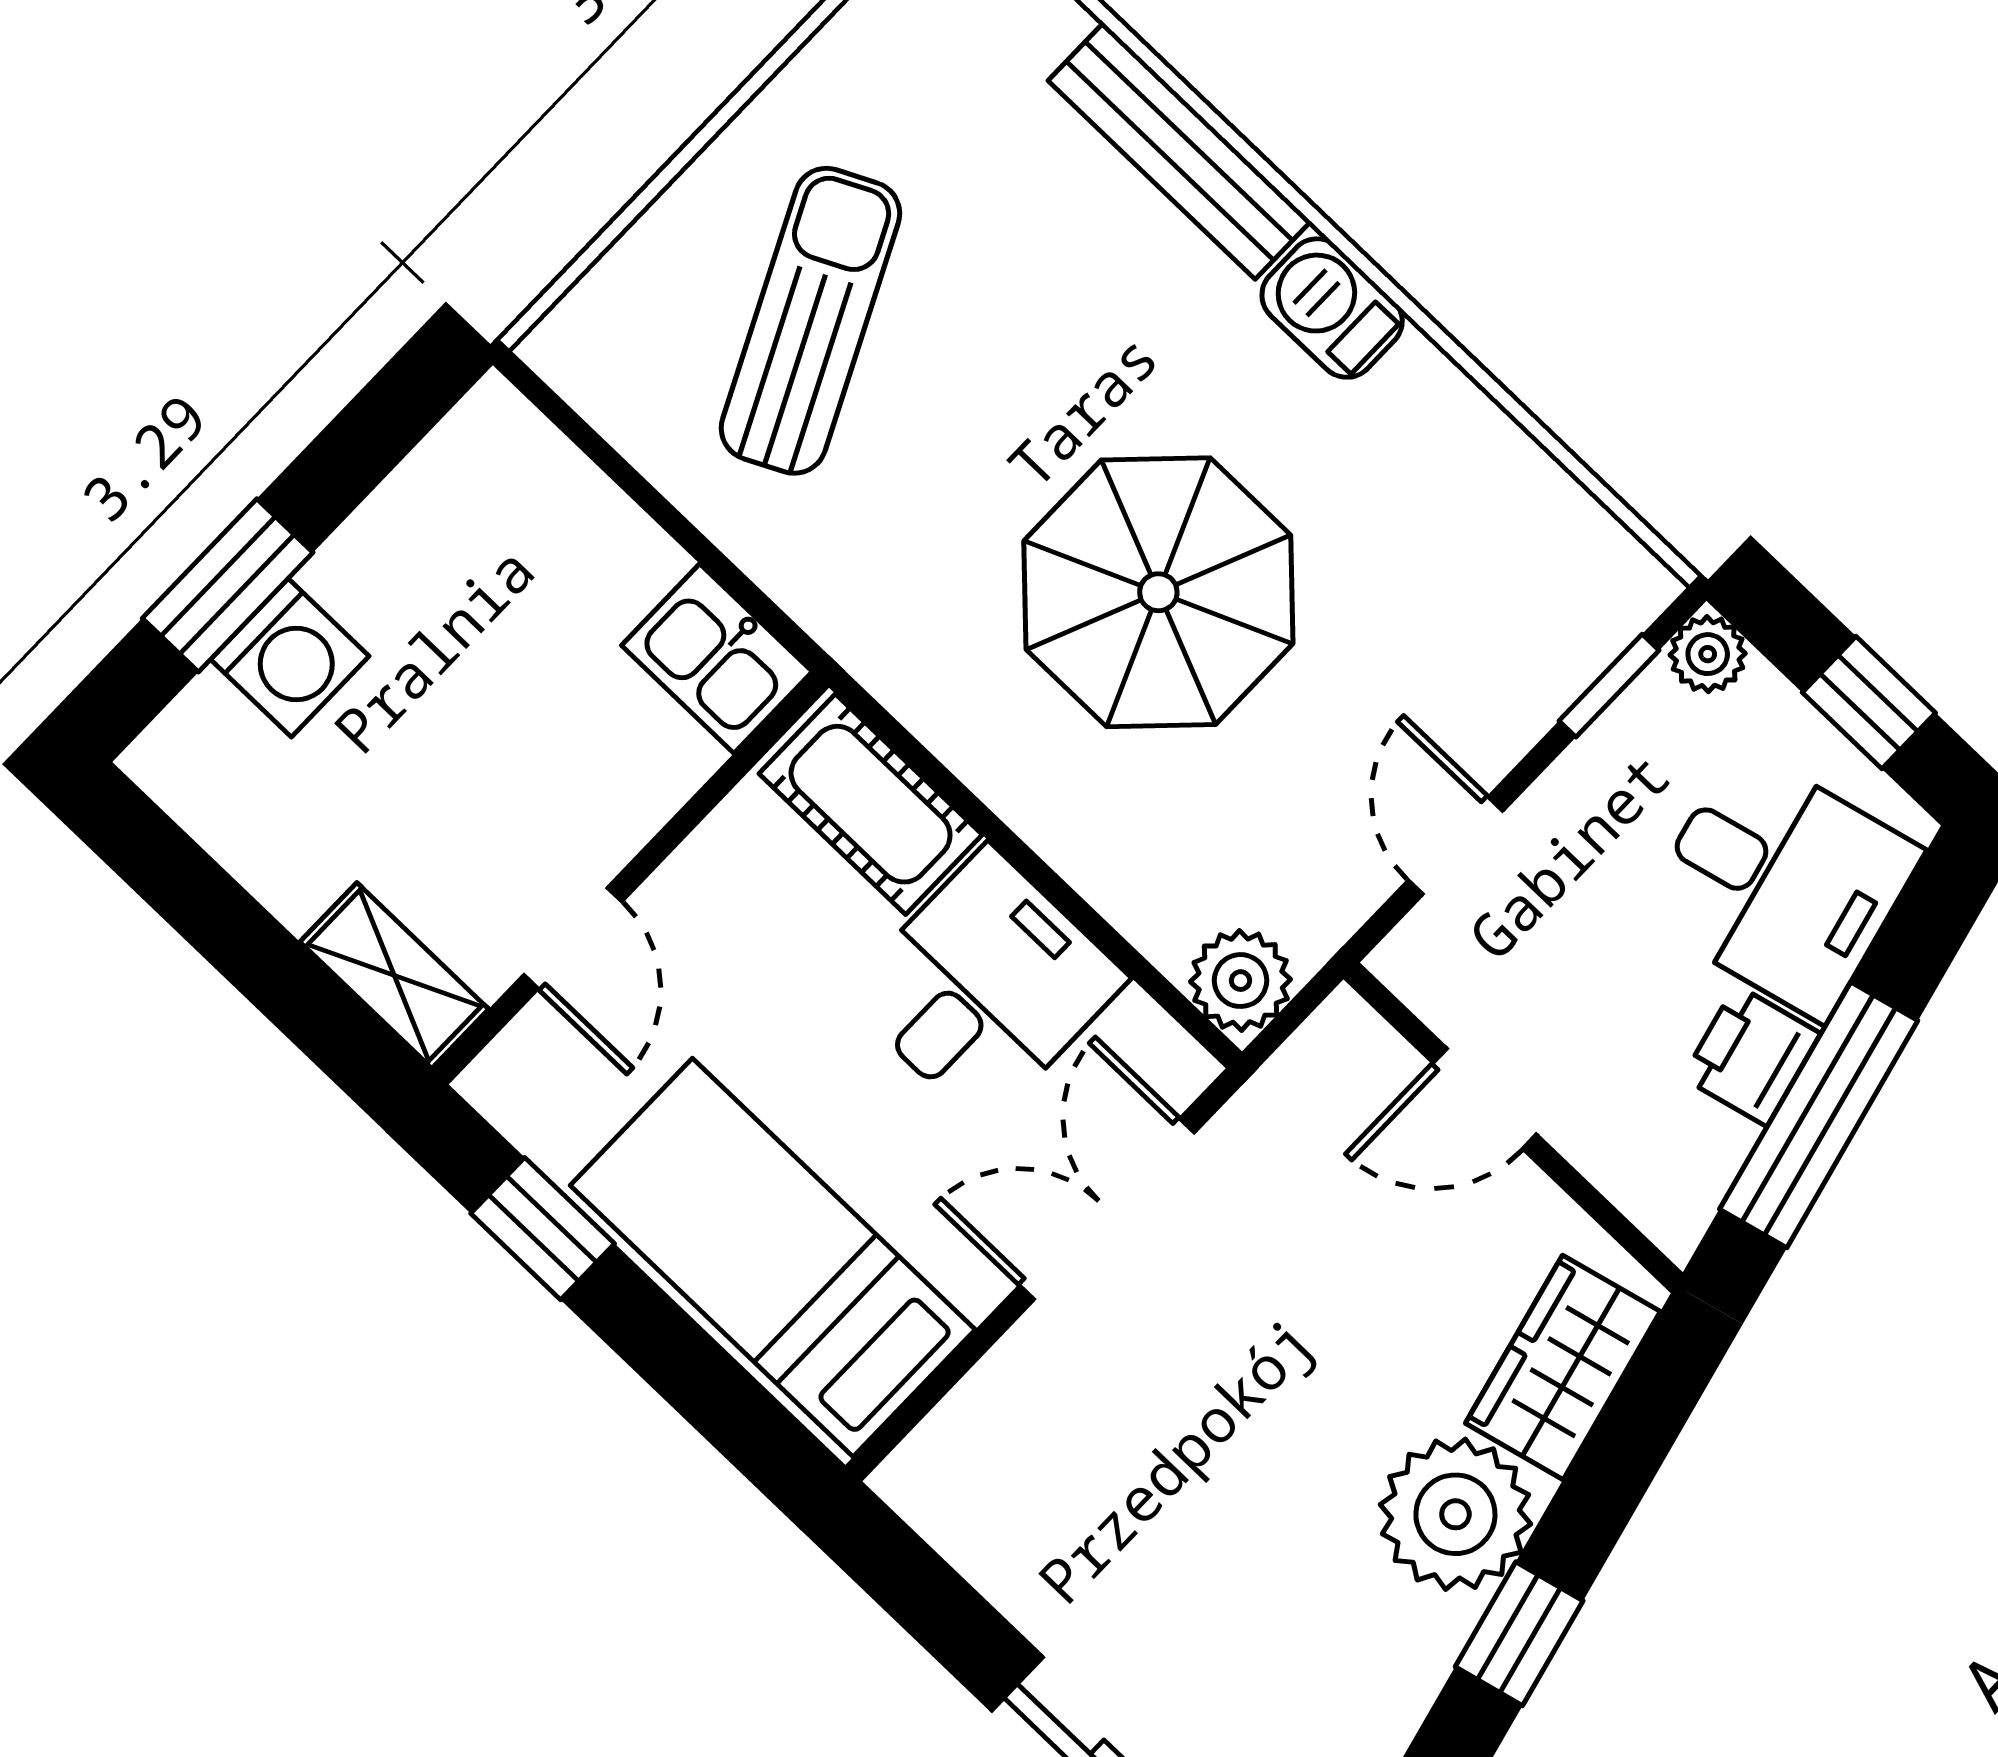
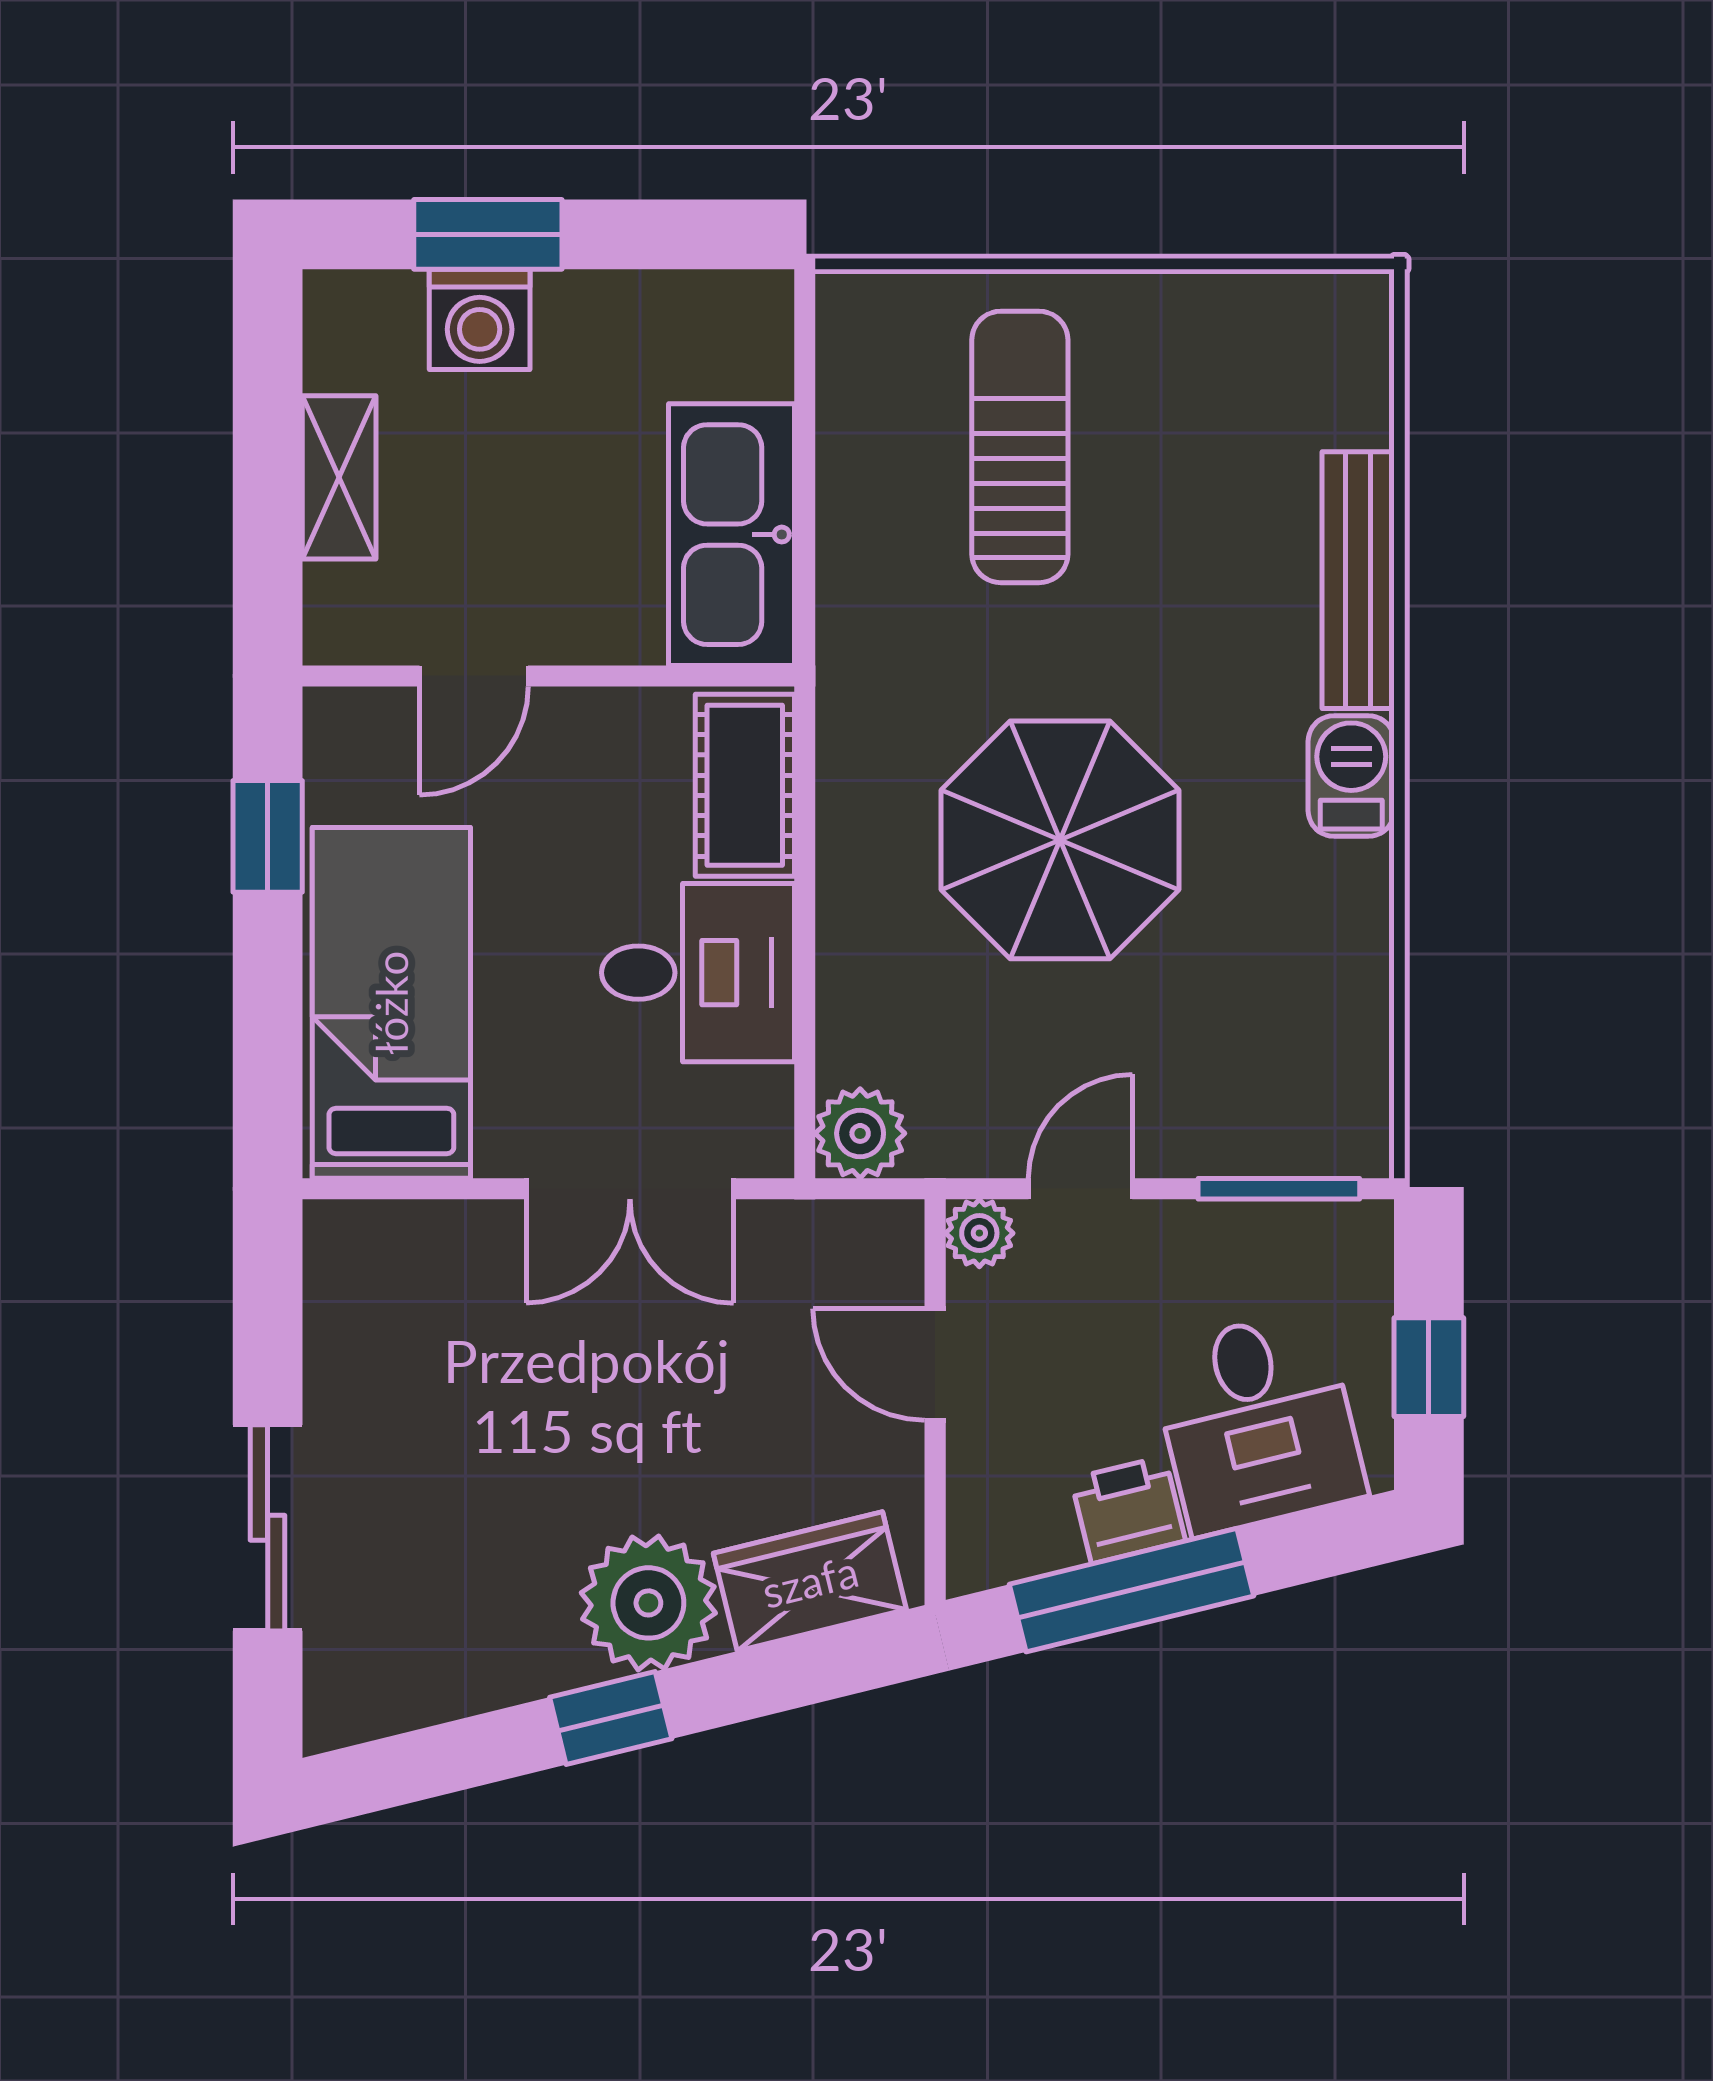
sun lounger: (810, 321) -> (1020, 447), turned -64
plant: (1708, 654) -> (979, 1233), moved
kitchen sink: (717, 658) -> (731, 535), width x1.87, depth x1.24
window: (1609, 686) -> (1279, 1189), width x1.50
shelving: (394, 976) -> (339, 477), moved
double door: (1107, 1209) -> (630, 1189), swing flipped

